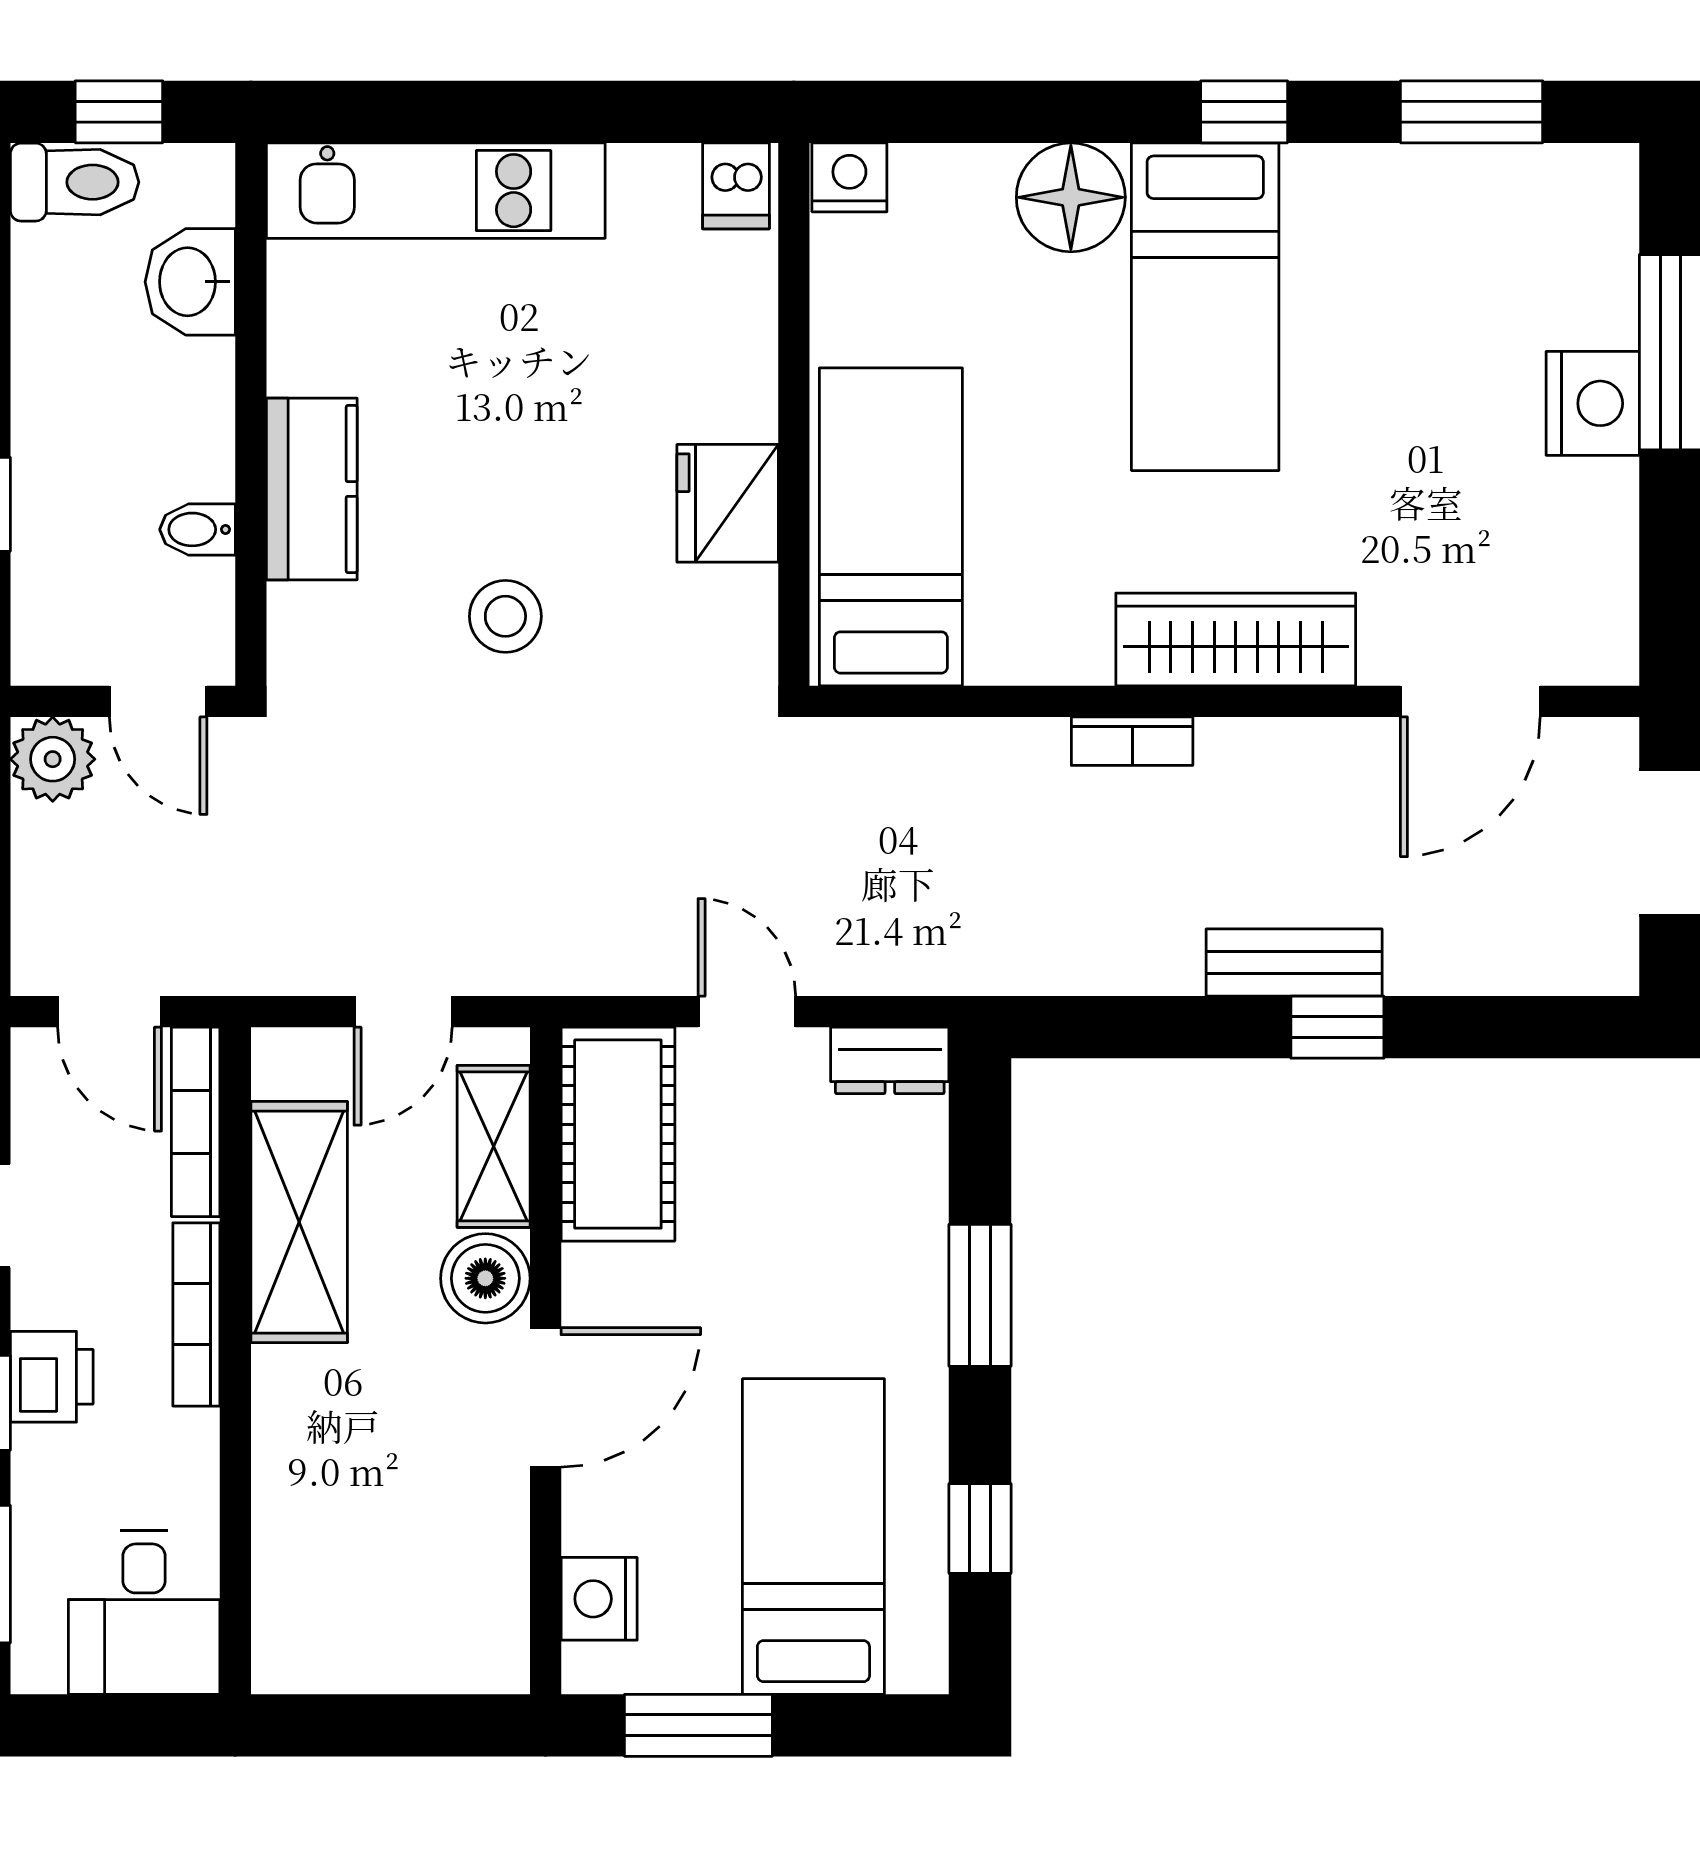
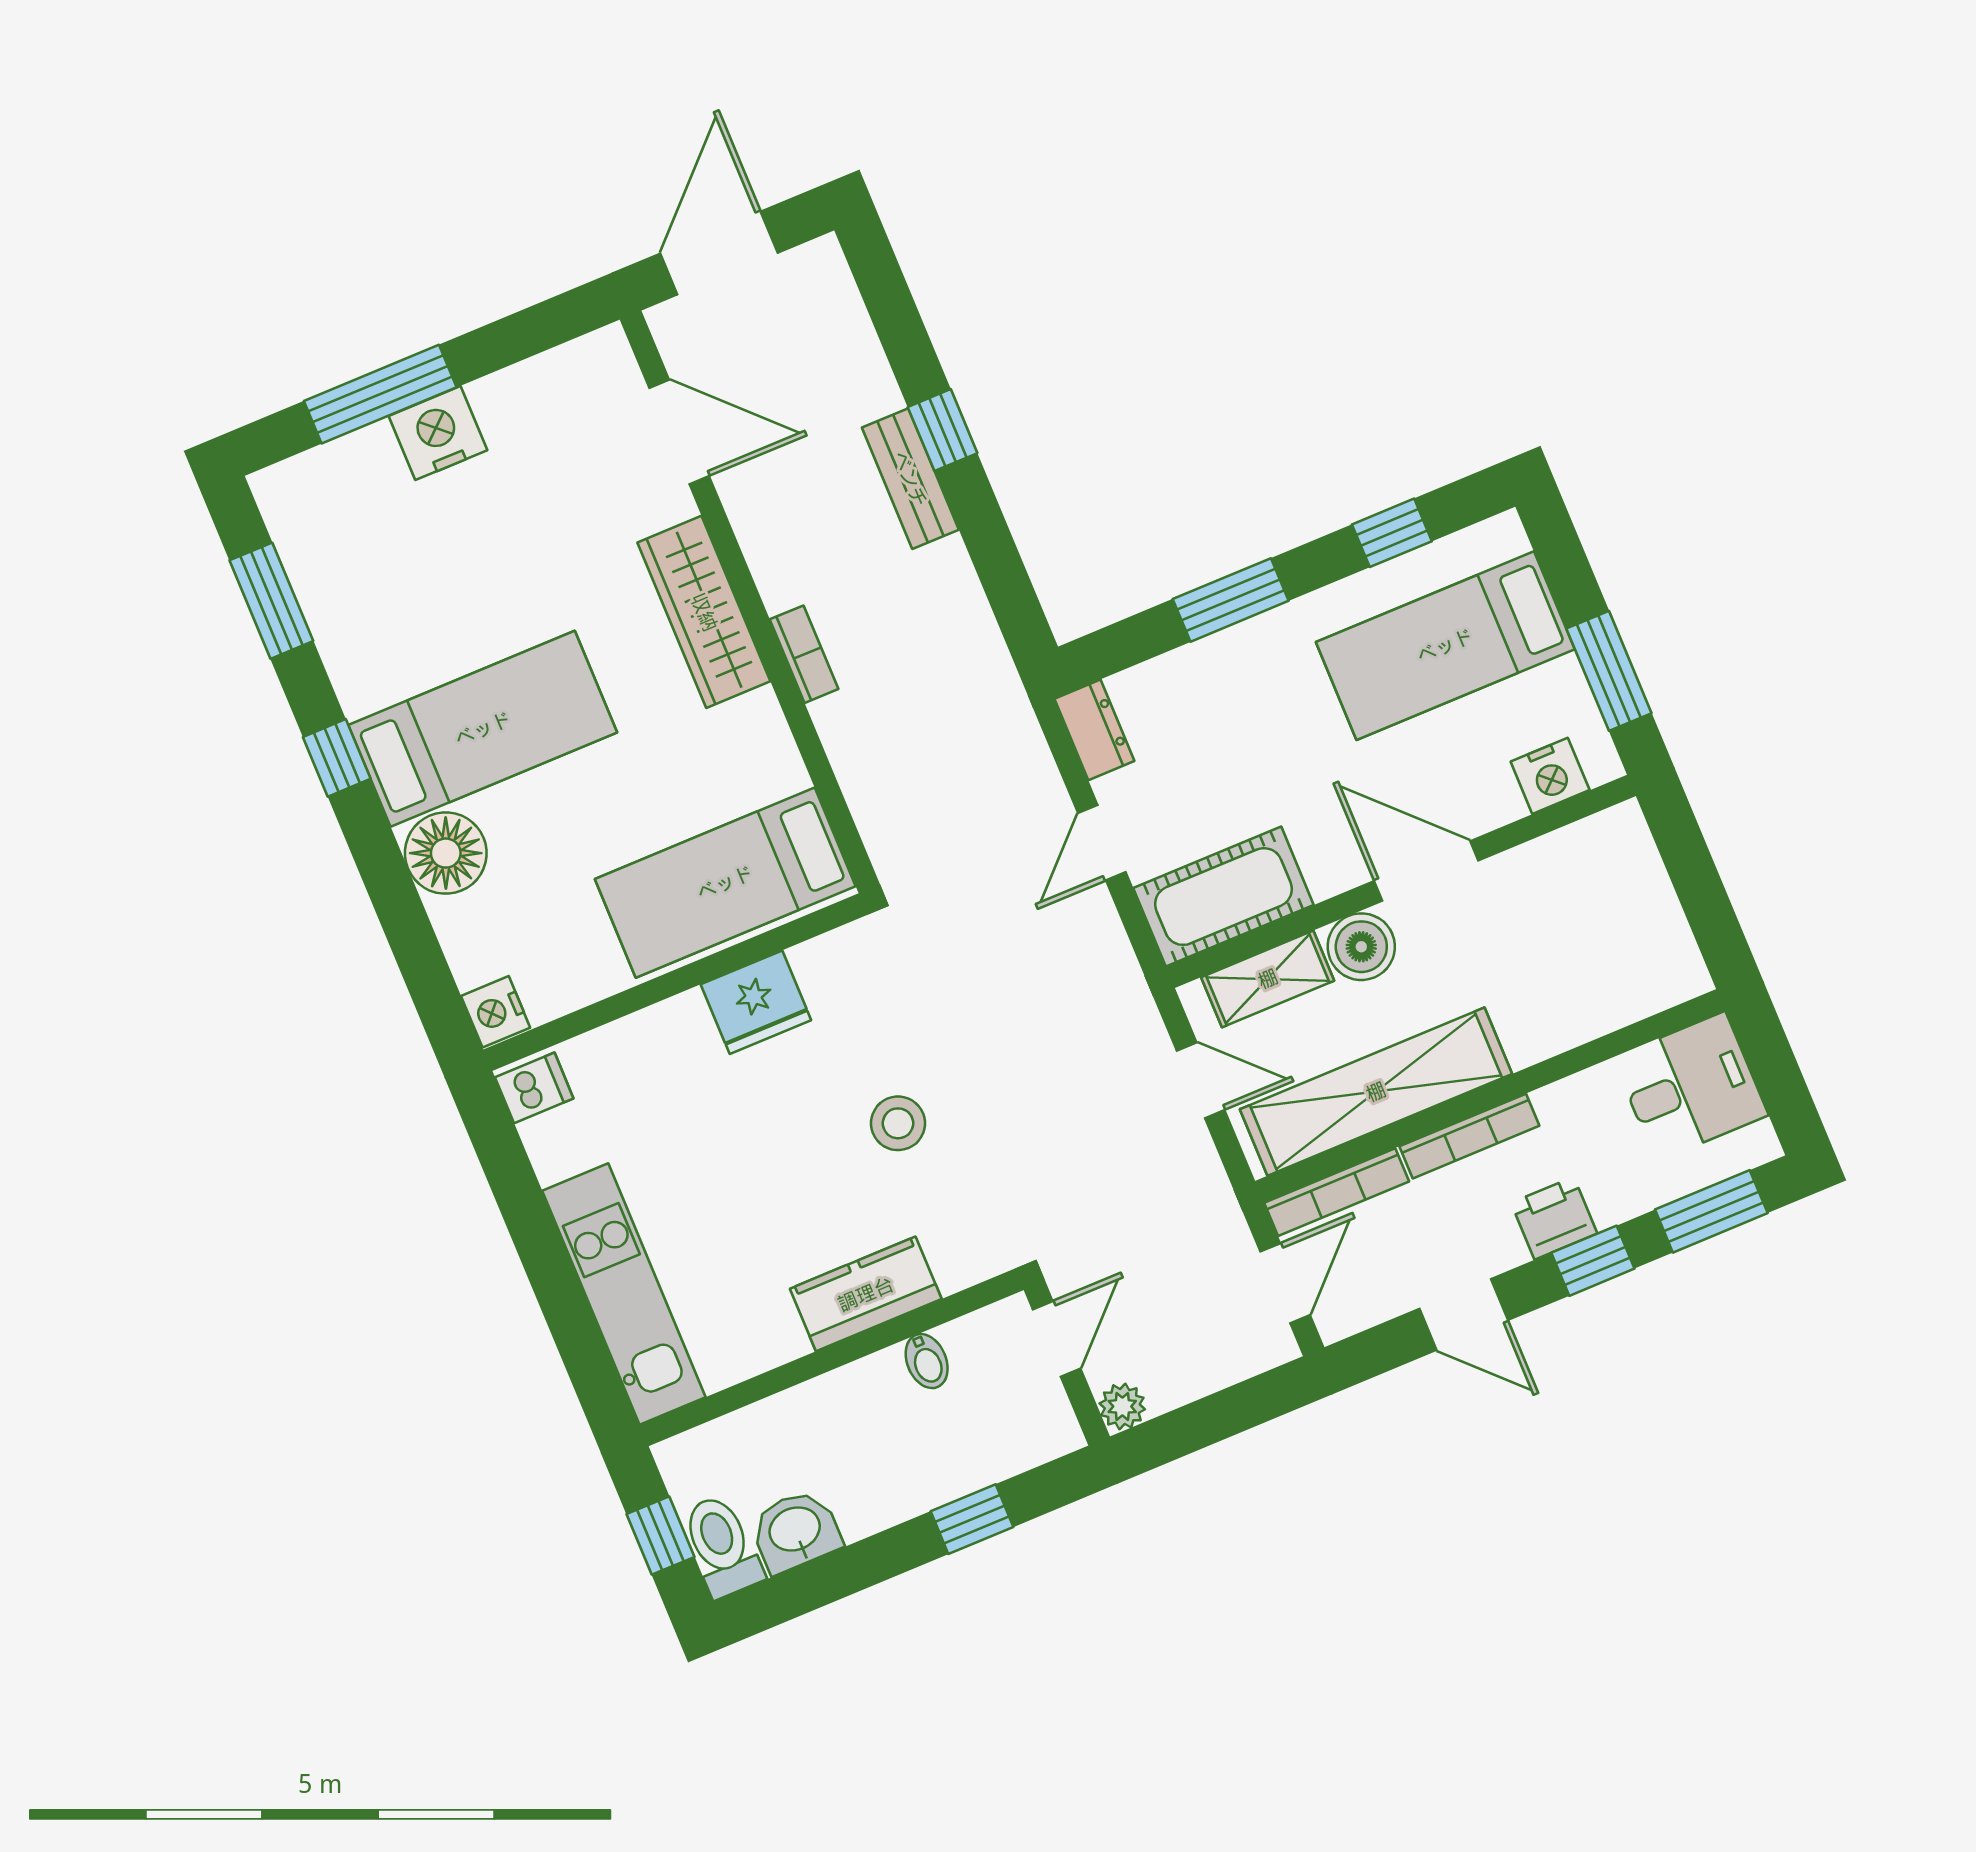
washbasin: (190, 282) -> (795, 1531), moved, turned 180
plant: (53, 759) -> (1122, 1406), width x0.73, depth x0.73
shelving: (299, 1222) -> (1376, 1092), width x1.47

